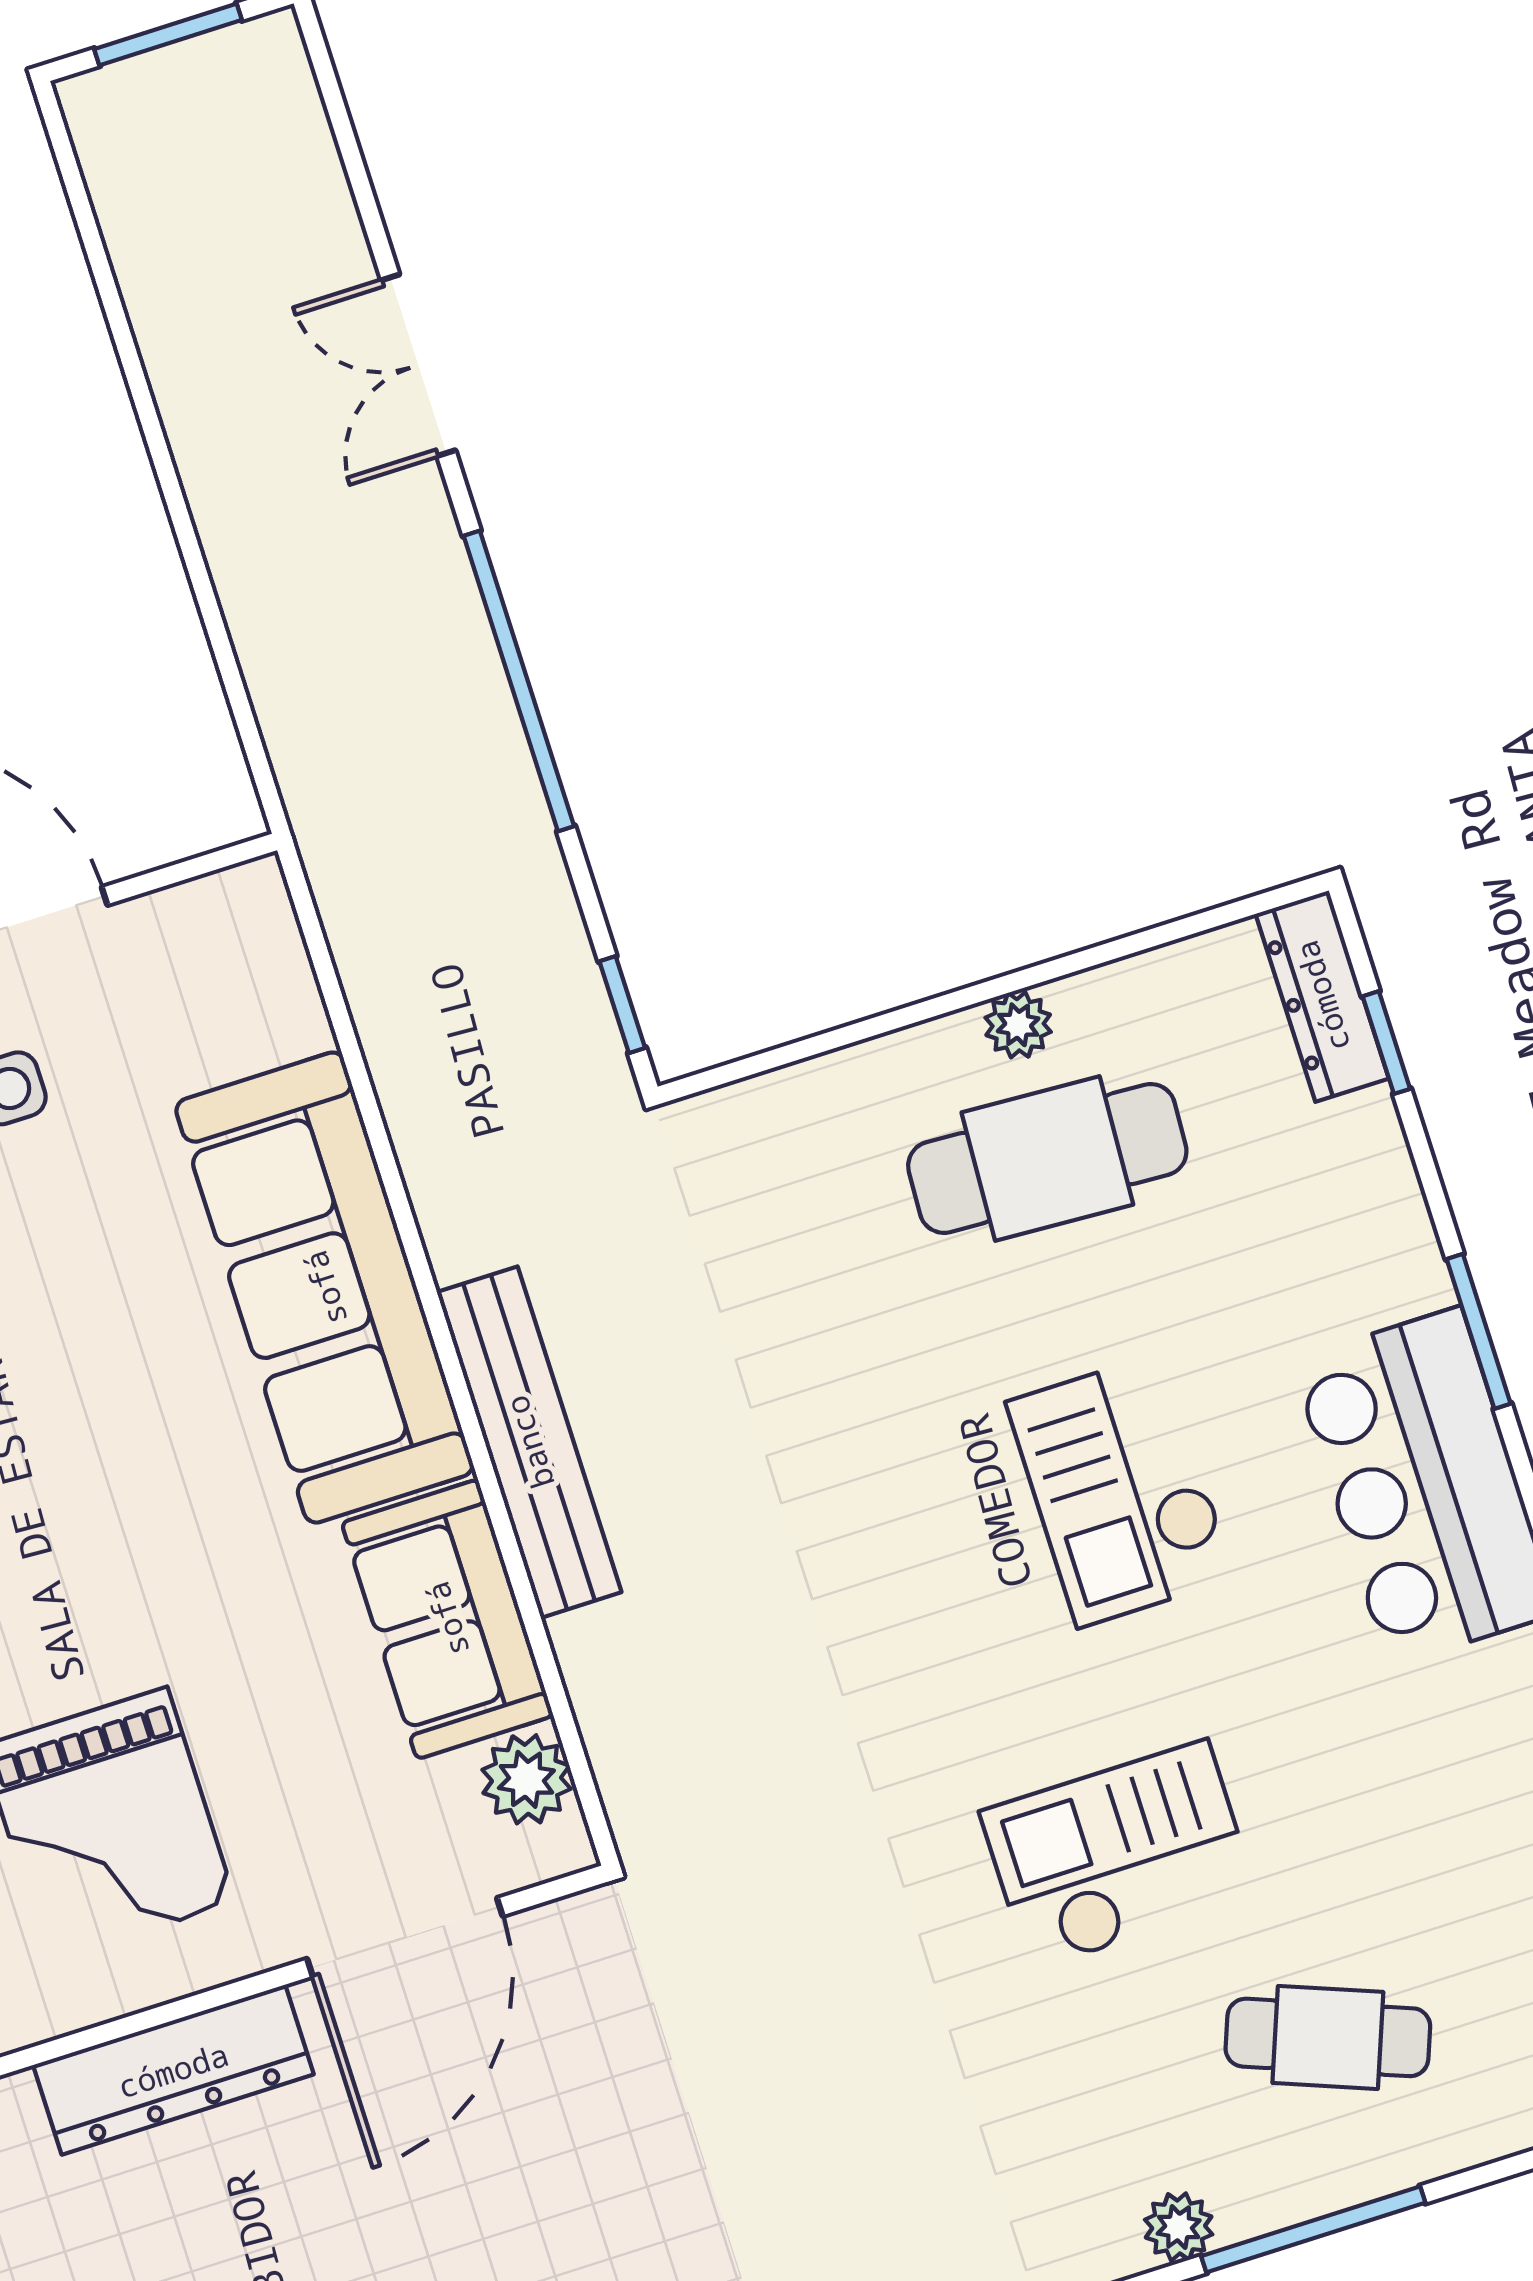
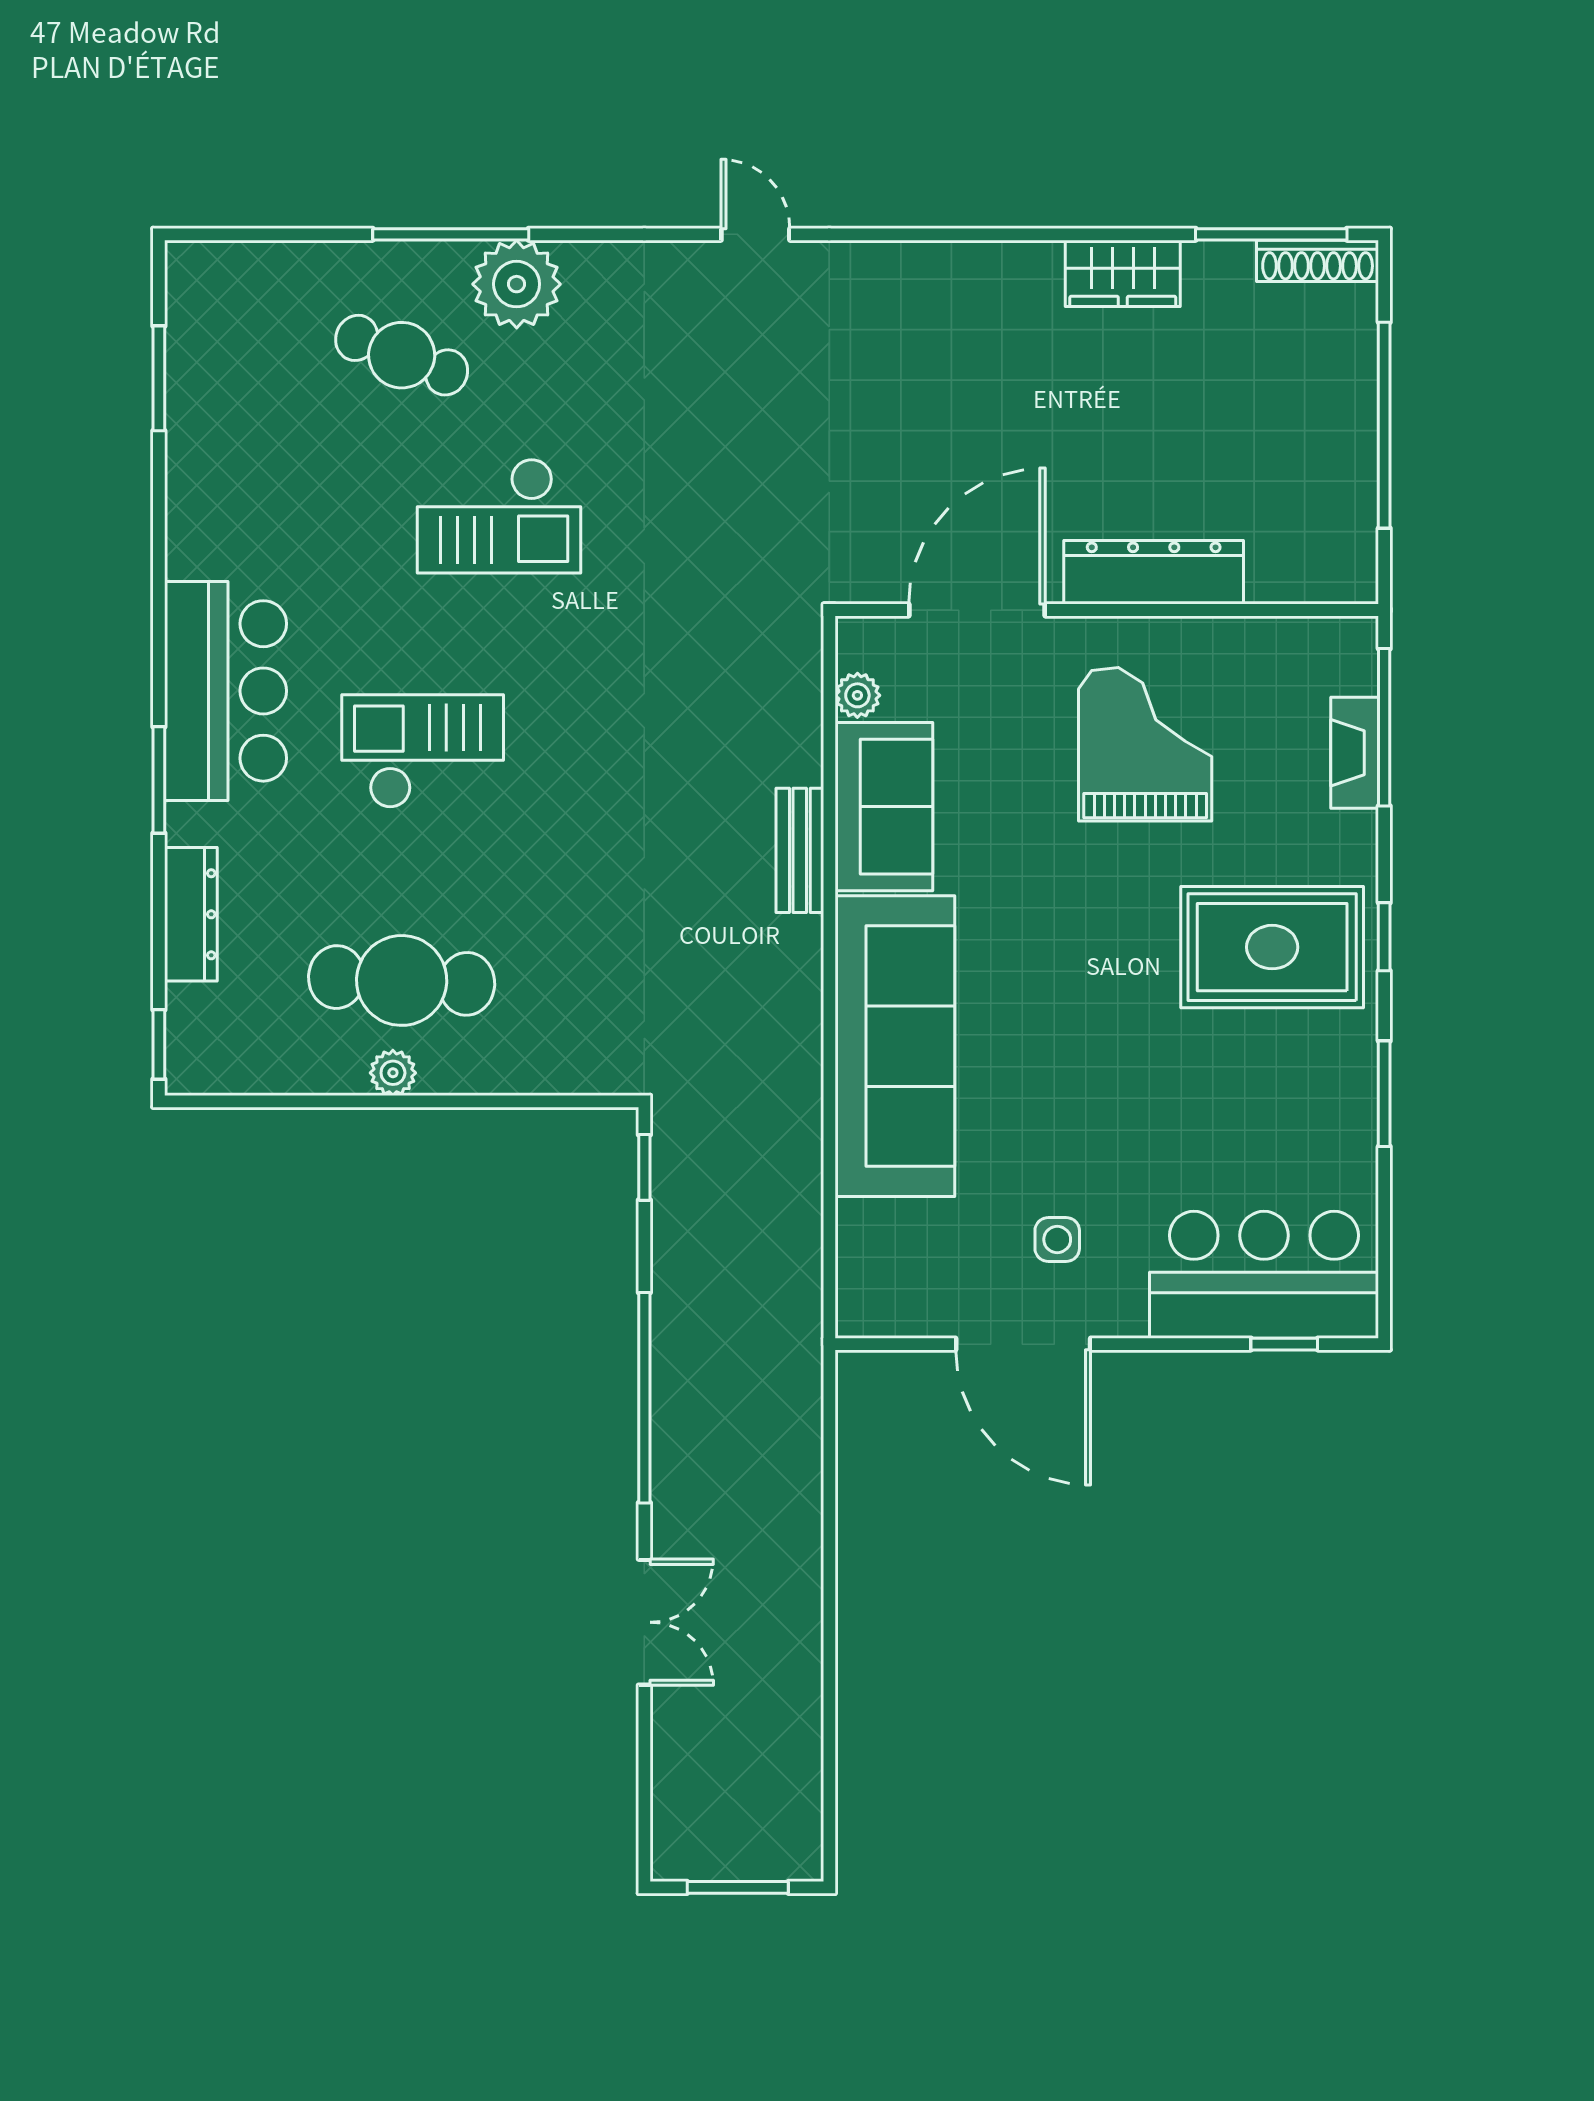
dresser: (1322, 996) -> (191, 914), moved
window: (1386, 1043) -> (159, 1044), moved
bench: (529, 1442) -> (800, 850), width x0.54, depth x0.82
checkout: (1121, 1490) -> (423, 751), turned -90
plant: (526, 1779) -> (857, 695), width x0.73, depth x0.73
plant: (1179, 2227) -> (517, 284), width x1.87, depth x1.87

